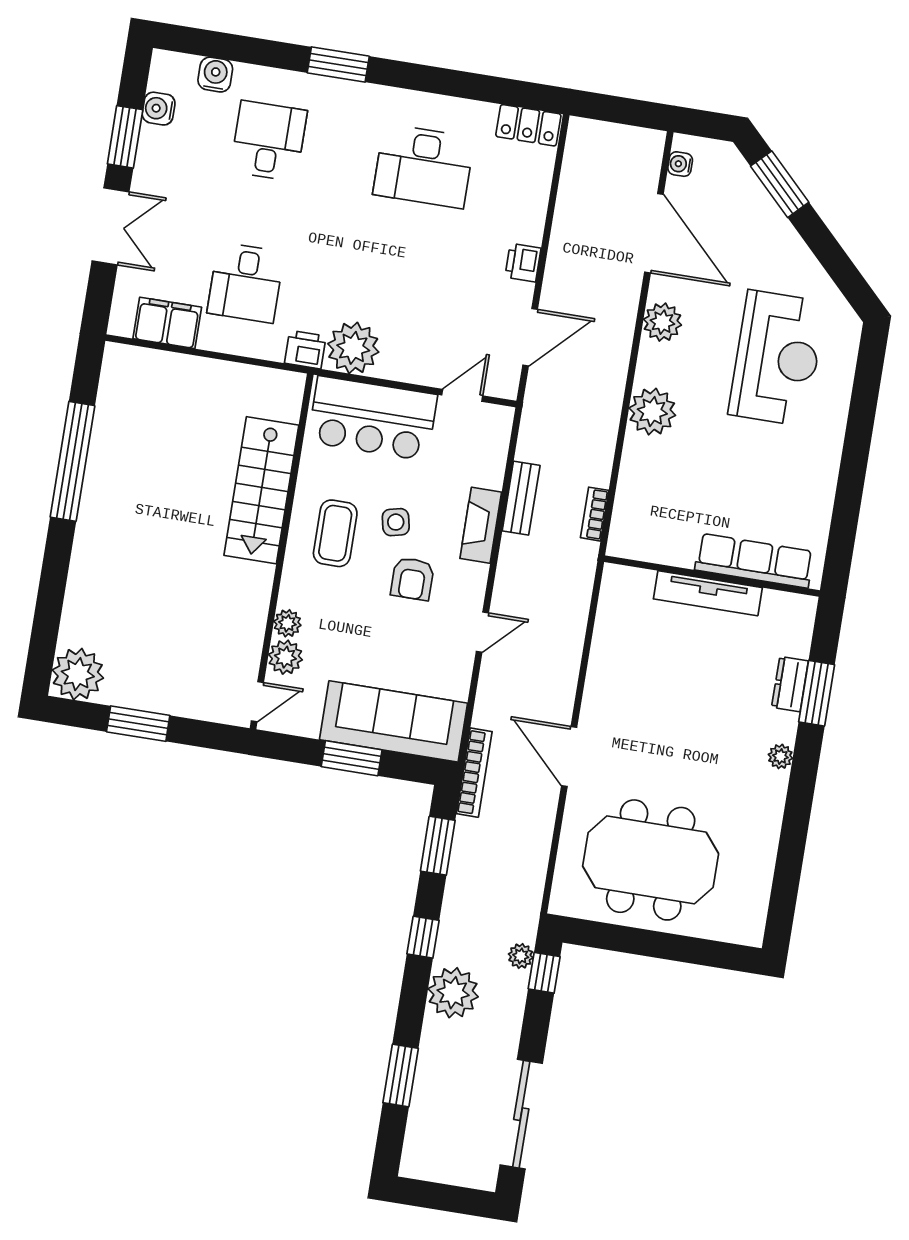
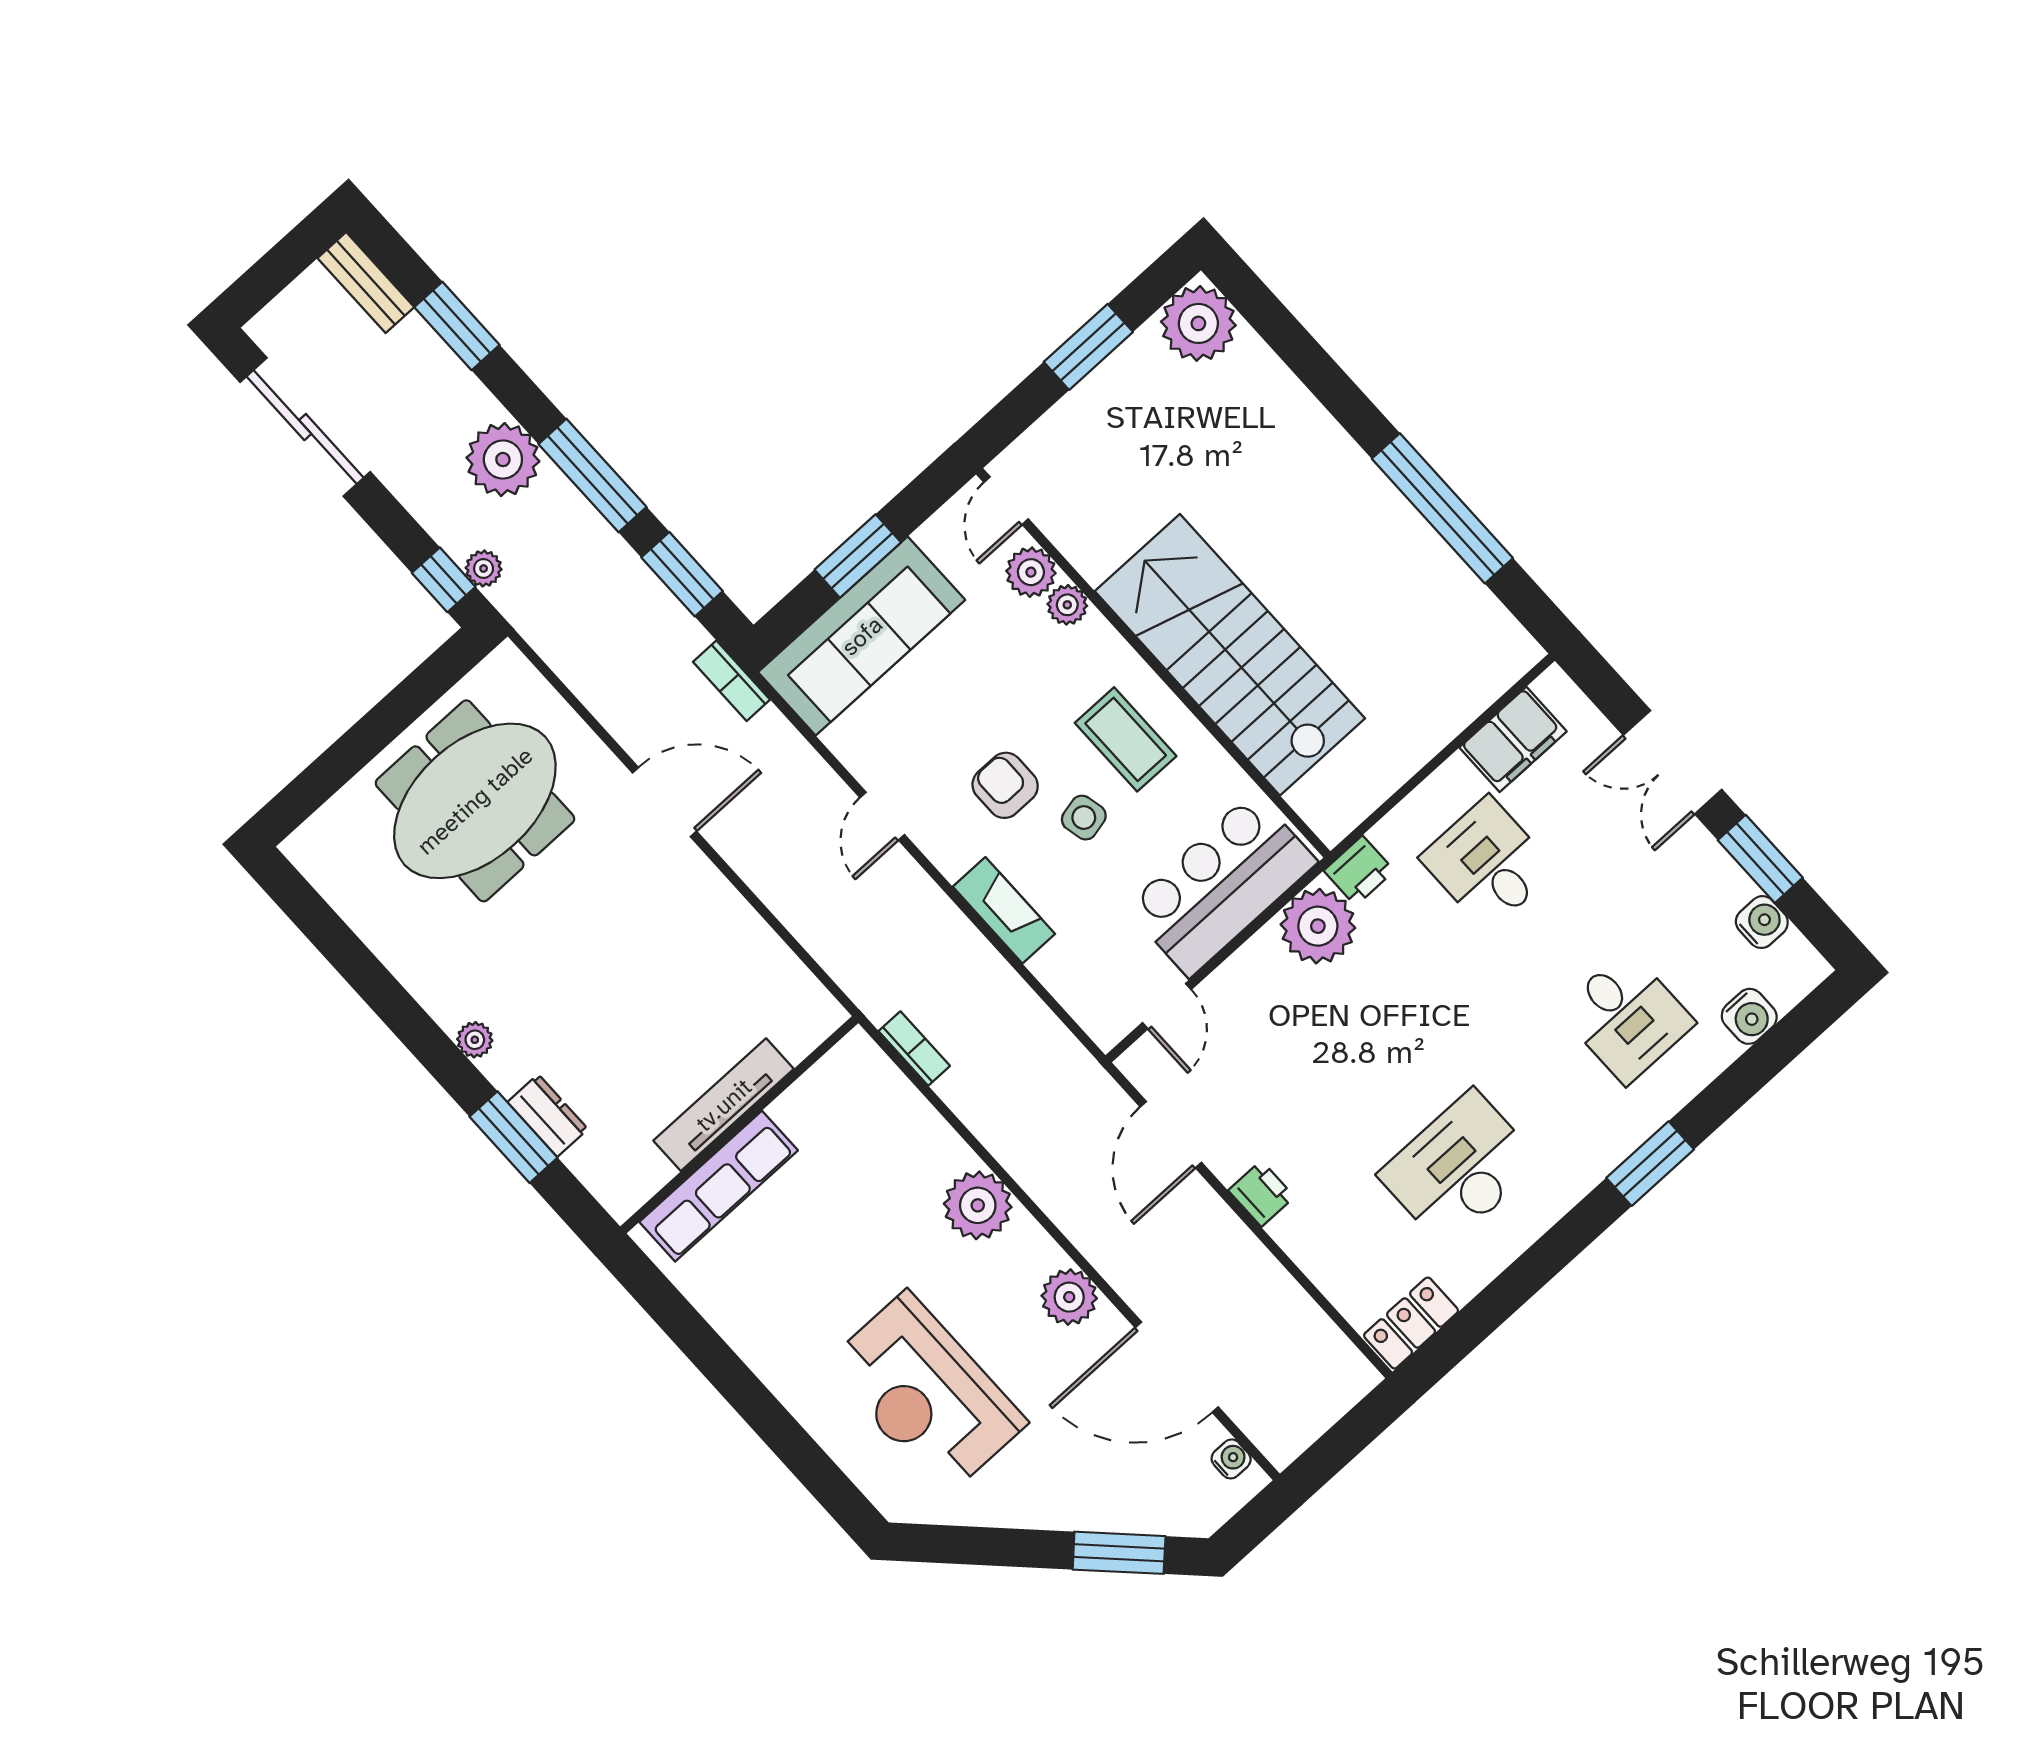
stairs: (261, 490) -> (1230, 655), width x1.36, depth x1.51
bench: (521, 498) -> (366, 283), moved
bookcase: (474, 773) -> (732, 681), width x0.64
window: (423, 937) -> (593, 475), width x2.17

